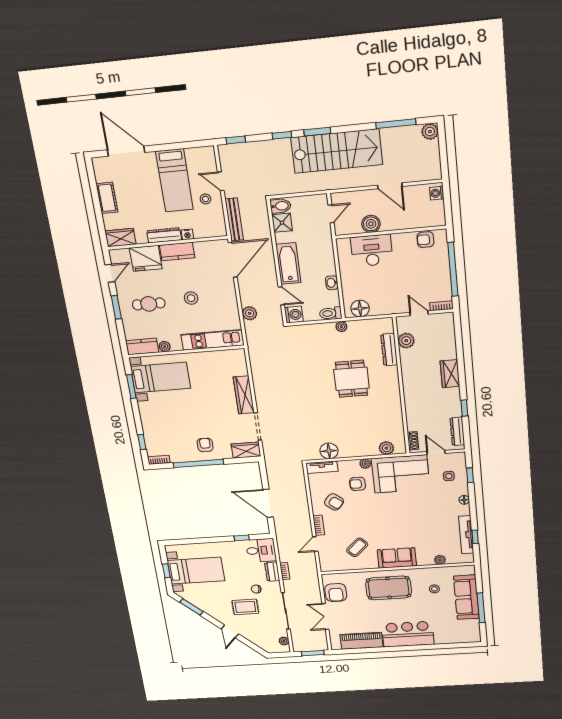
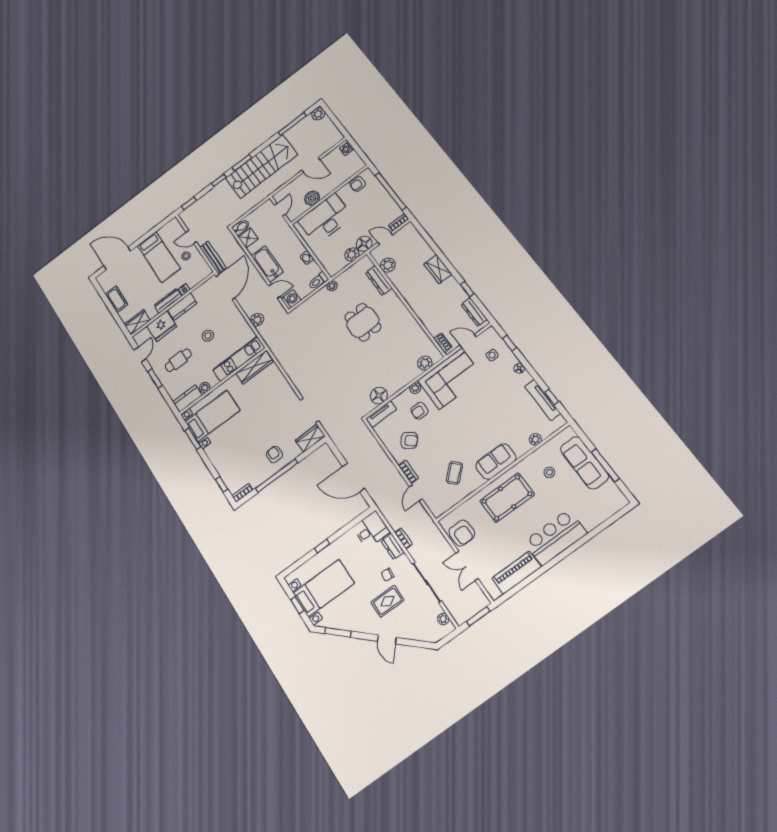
desk: (372, 250) -> (325, 219), width x1.36, depth x1.30
floor lamp: (360, 308) -> (364, 244), moved
plant: (378, 308) -> (352, 254), added
wardrobe: (244, 395) -> (254, 367), moved, turned -90
window: (242, 538) -> (322, 546), moved

